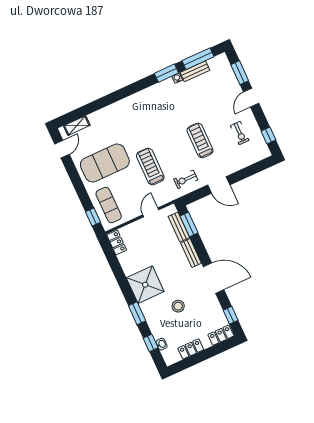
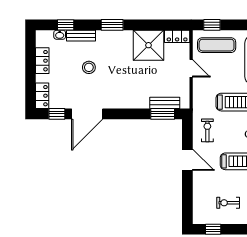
door: (219, 185) -> (187, 160), swing flipped
door: (151, 212) -> (191, 68), moved
bench: (191, 253) -> (81, 36), moved
door: (214, 278) -> (87, 114), moved
shower: (145, 285) -> (148, 45), moved
window: (137, 313) -> (112, 25), moved

